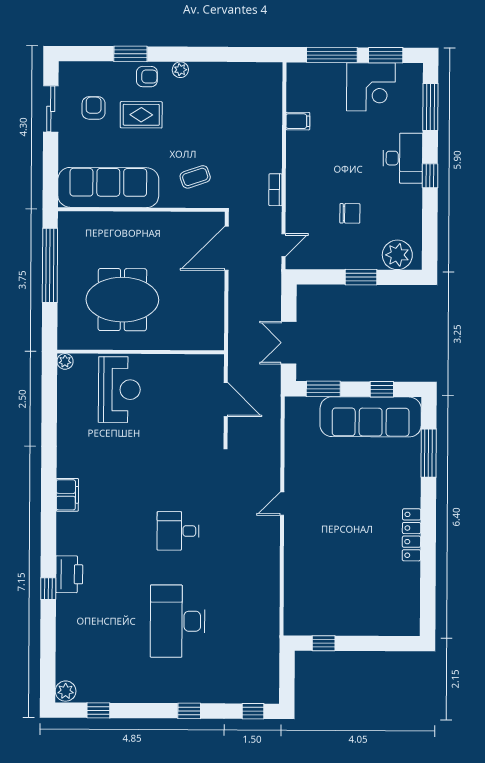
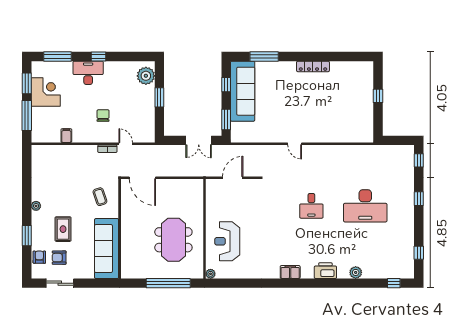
armchair: (147, 77) -> (39, 257), moved
chair: (350, 213) -> (103, 116), moved
door: (283, 245) -> (126, 144), moved
window: (50, 265) -> (168, 283), moved
reception desk: (119, 390) -> (227, 241), turned -90
printer: (69, 574) -> (325, 271), moved
window: (48, 589) -> (394, 283), moved
window: (324, 643) -> (378, 96), moved
plant: (66, 691) -> (356, 272), moved

